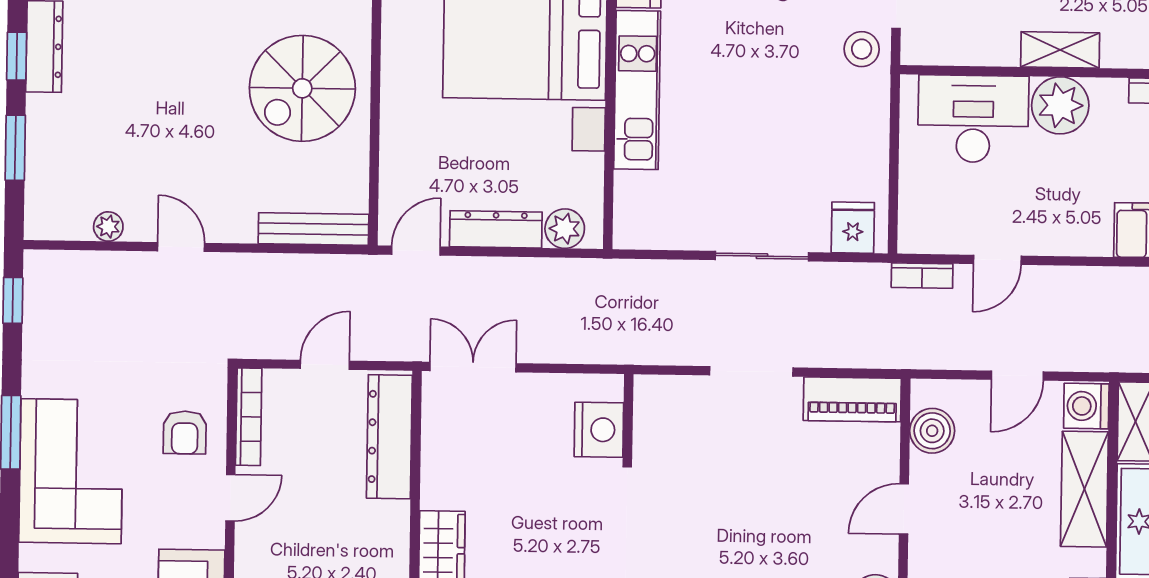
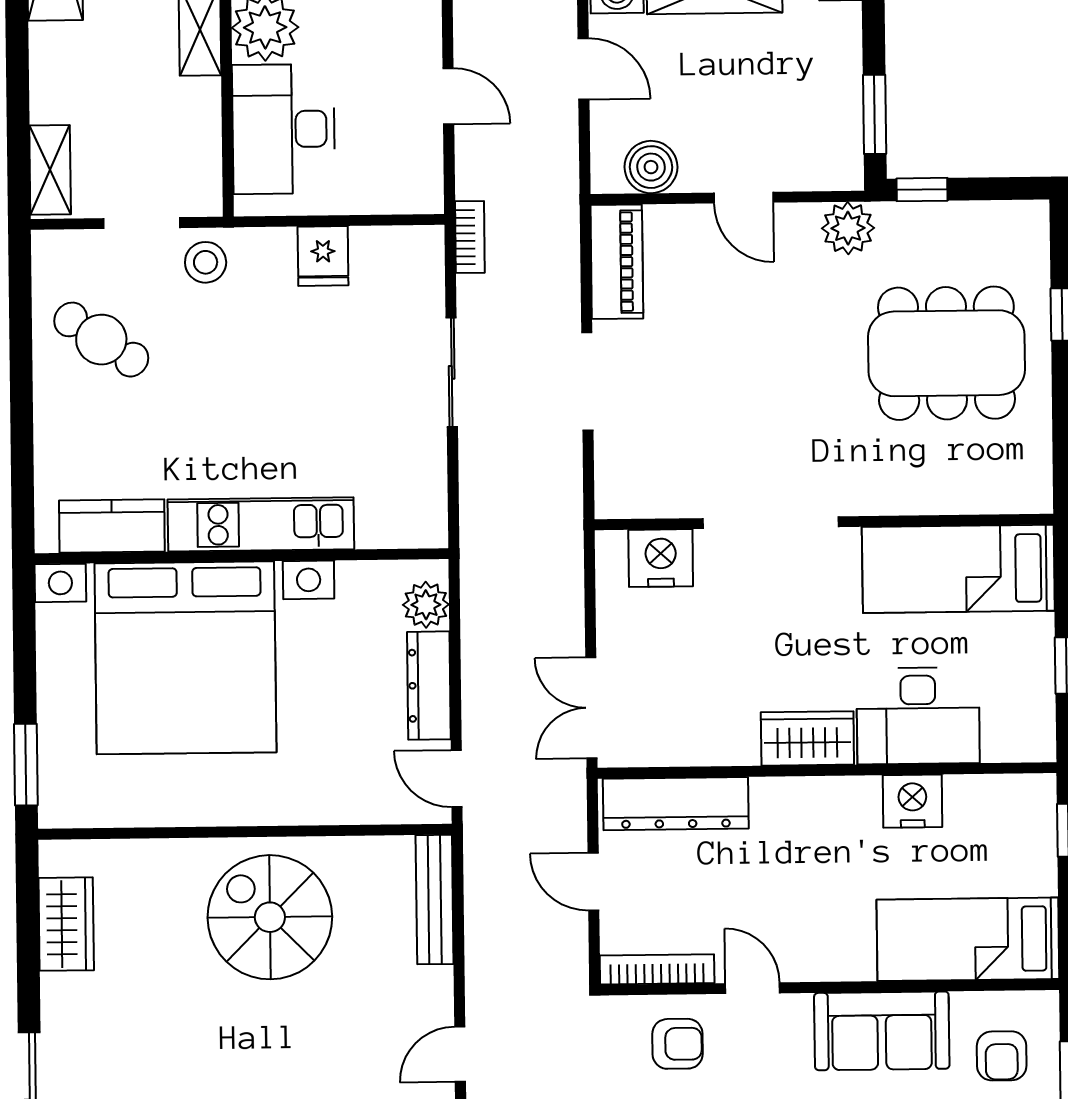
spiral stairs: (302, 88) -> (270, 917), turned 180
fridge: (853, 228) -> (323, 256), moved, turned -90
bookcase: (922, 276) -> (470, 237), moved

